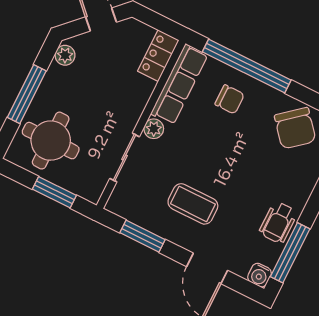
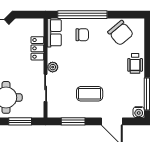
locker: (158, 56) -> (37, 48), moved
row of seats: (179, 84) -> (54, 33), width x0.68
wheelchair: (278, 222) -> (135, 63), moved

